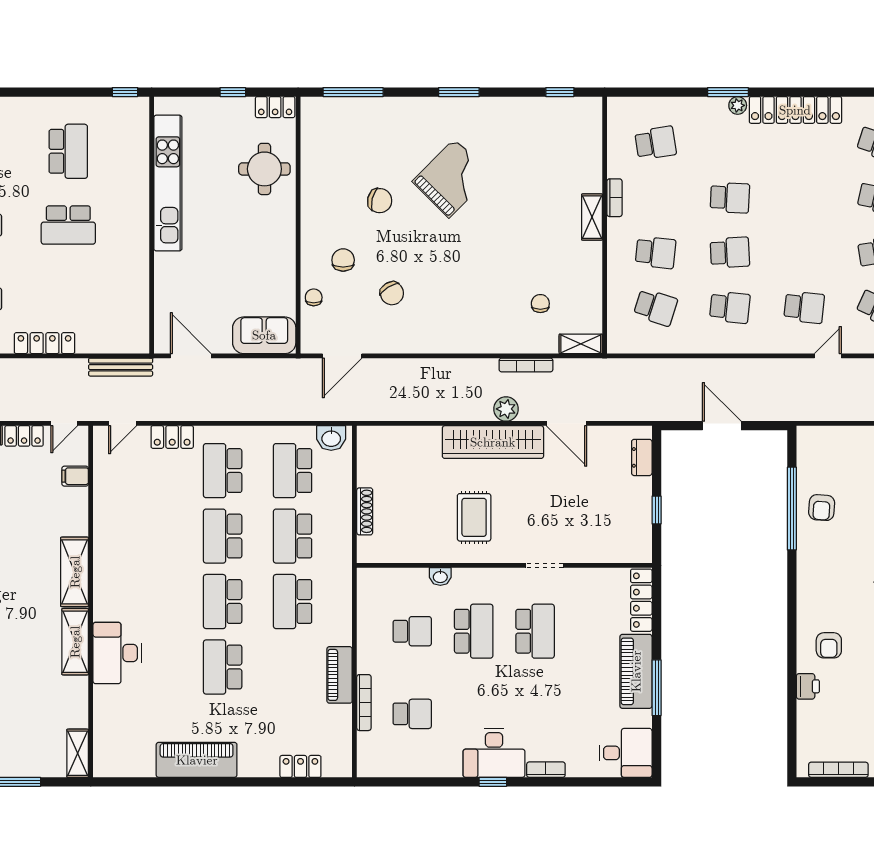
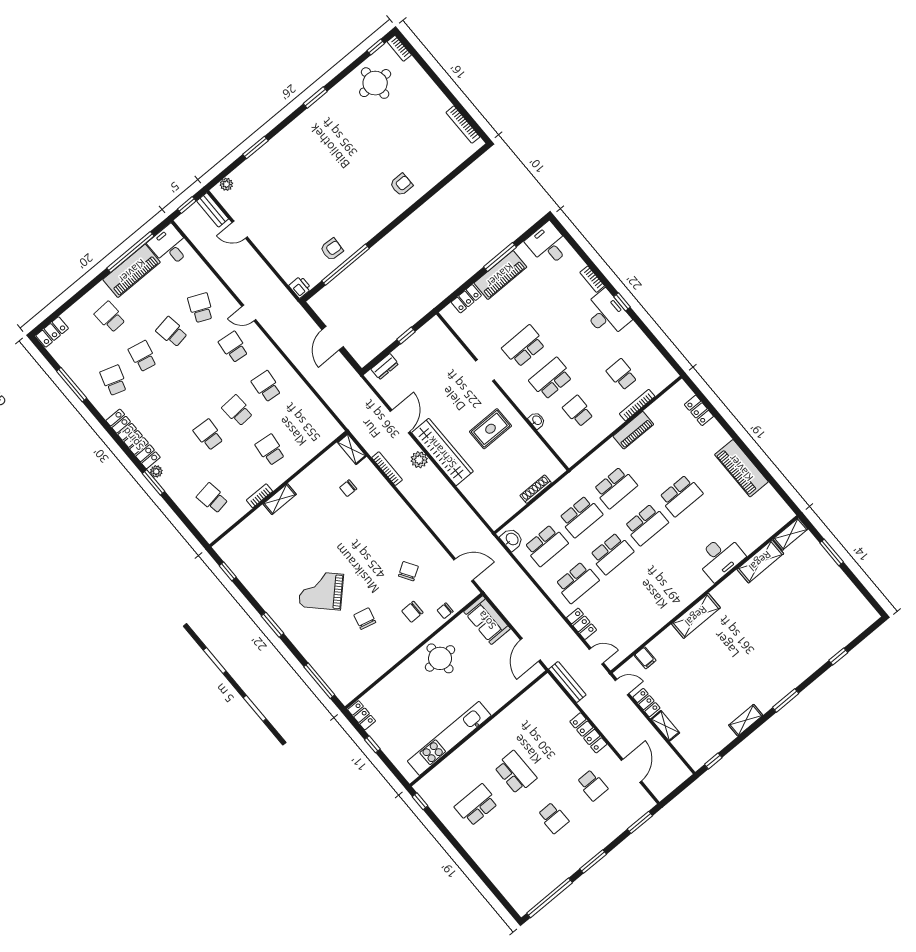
round table: (264, 169) -> (440, 658), moved
school desk: (656, 307) -> (299, 426), removed
locker: (641, 600) -> (466, 299), width x0.66
shelving: (75, 642) -> (760, 561), moved
printer: (808, 686) -> (300, 287), moved, turned 90

